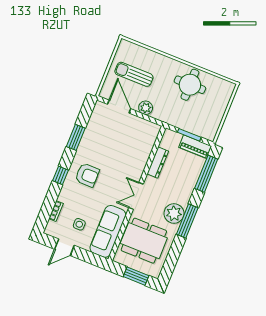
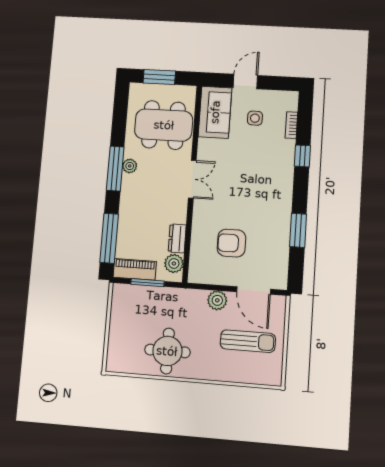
plant: (167, 142) -> (174, 263), added
dresser: (158, 163) -> (177, 238), width x0.70
window: (60, 175) -> (302, 156), moved
armchair: (87, 175) -> (231, 243), moved
plant: (174, 214) -> (130, 166), width x0.53, depth x0.53
sofa: (108, 231) -> (215, 112), width x0.73
door: (64, 247) -> (245, 81), moved

